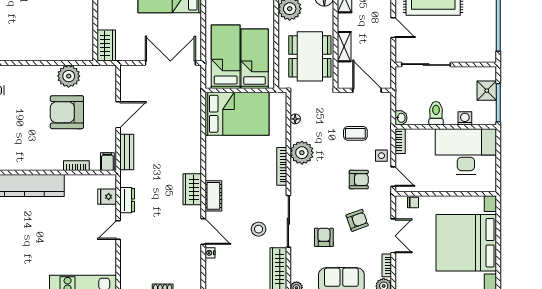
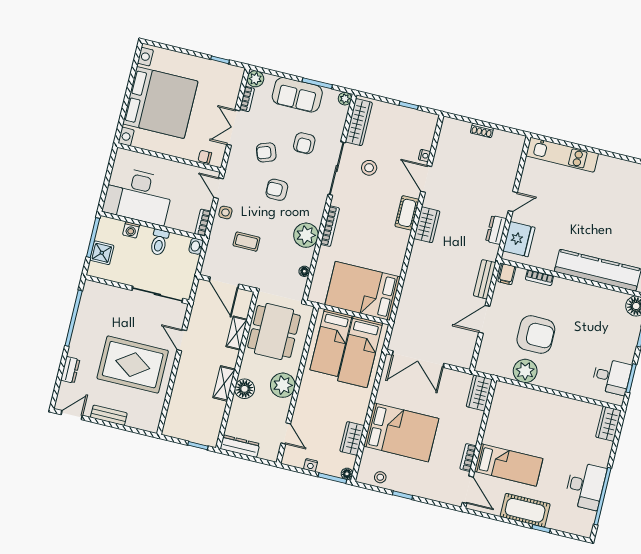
armchair: (359, 180) -> (277, 190), moved
fridge: (107, 197) -> (519, 239), width x1.88, depth x1.34

